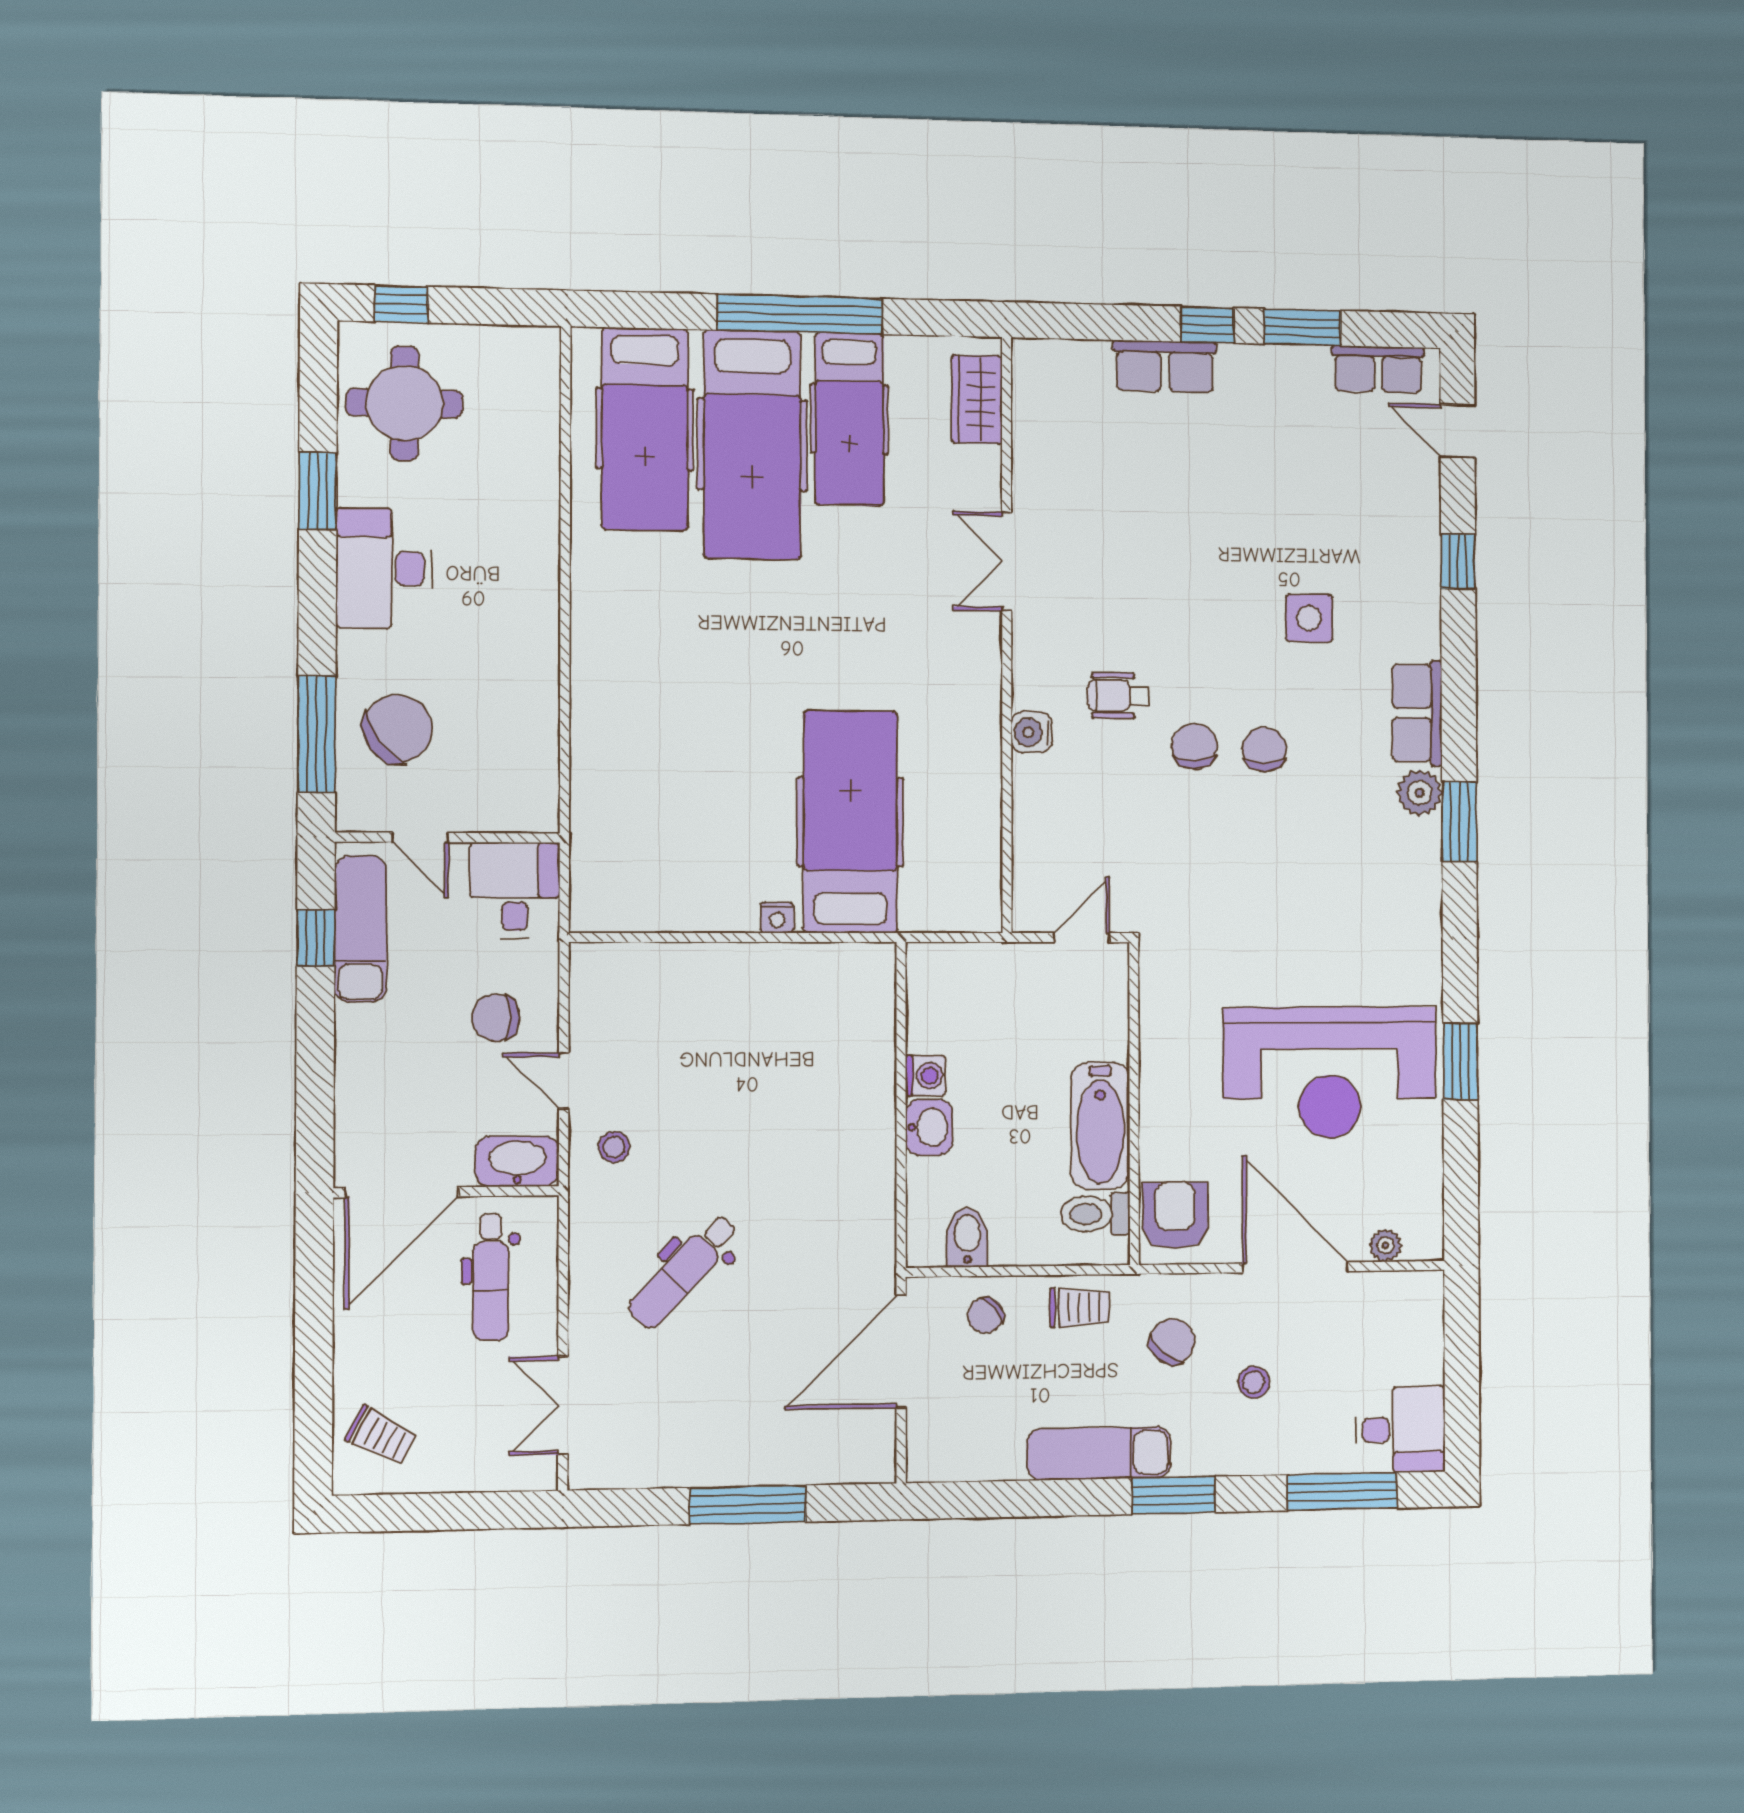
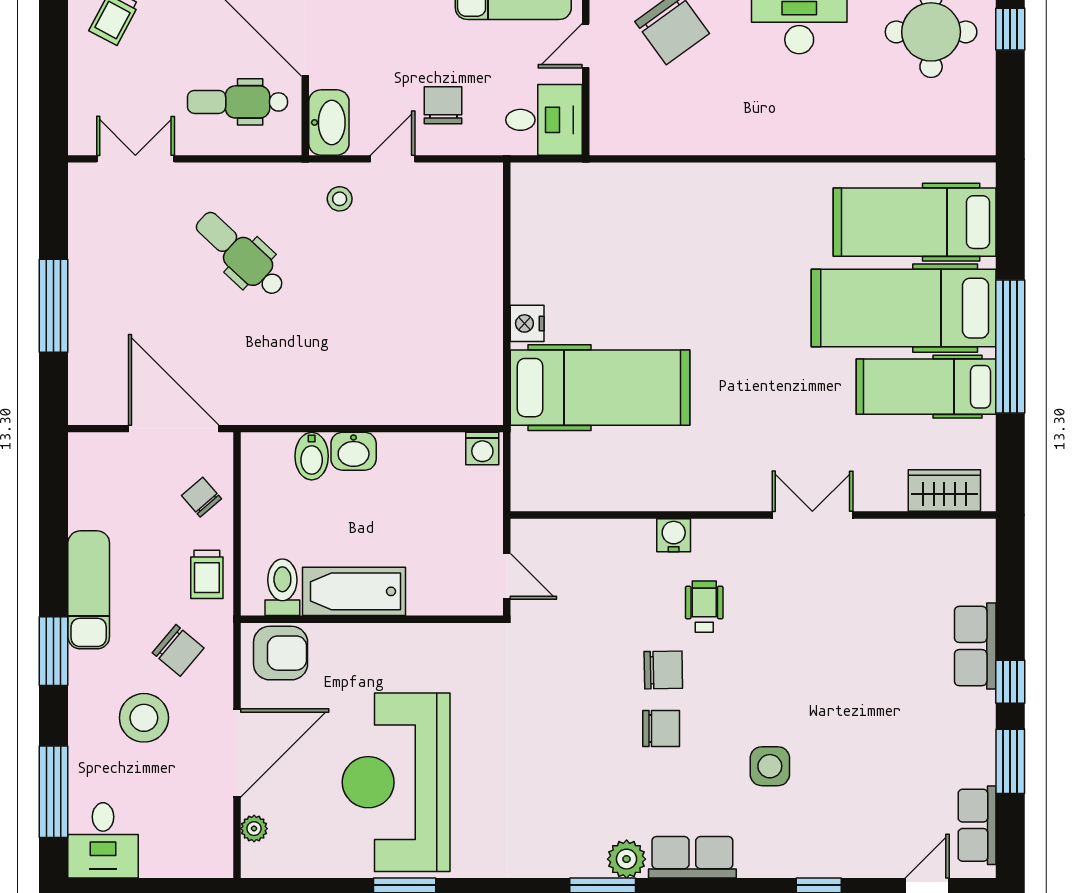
nightstand: (777, 917) -> (527, 323), width x1.39, depth x1.35
washing machine: (926, 1076) -> (482, 449), moved
bidet: (967, 1237) -> (312, 456), moved, turned 90
stool: (1254, 1382) -> (144, 718), width x1.89, depth x1.89

